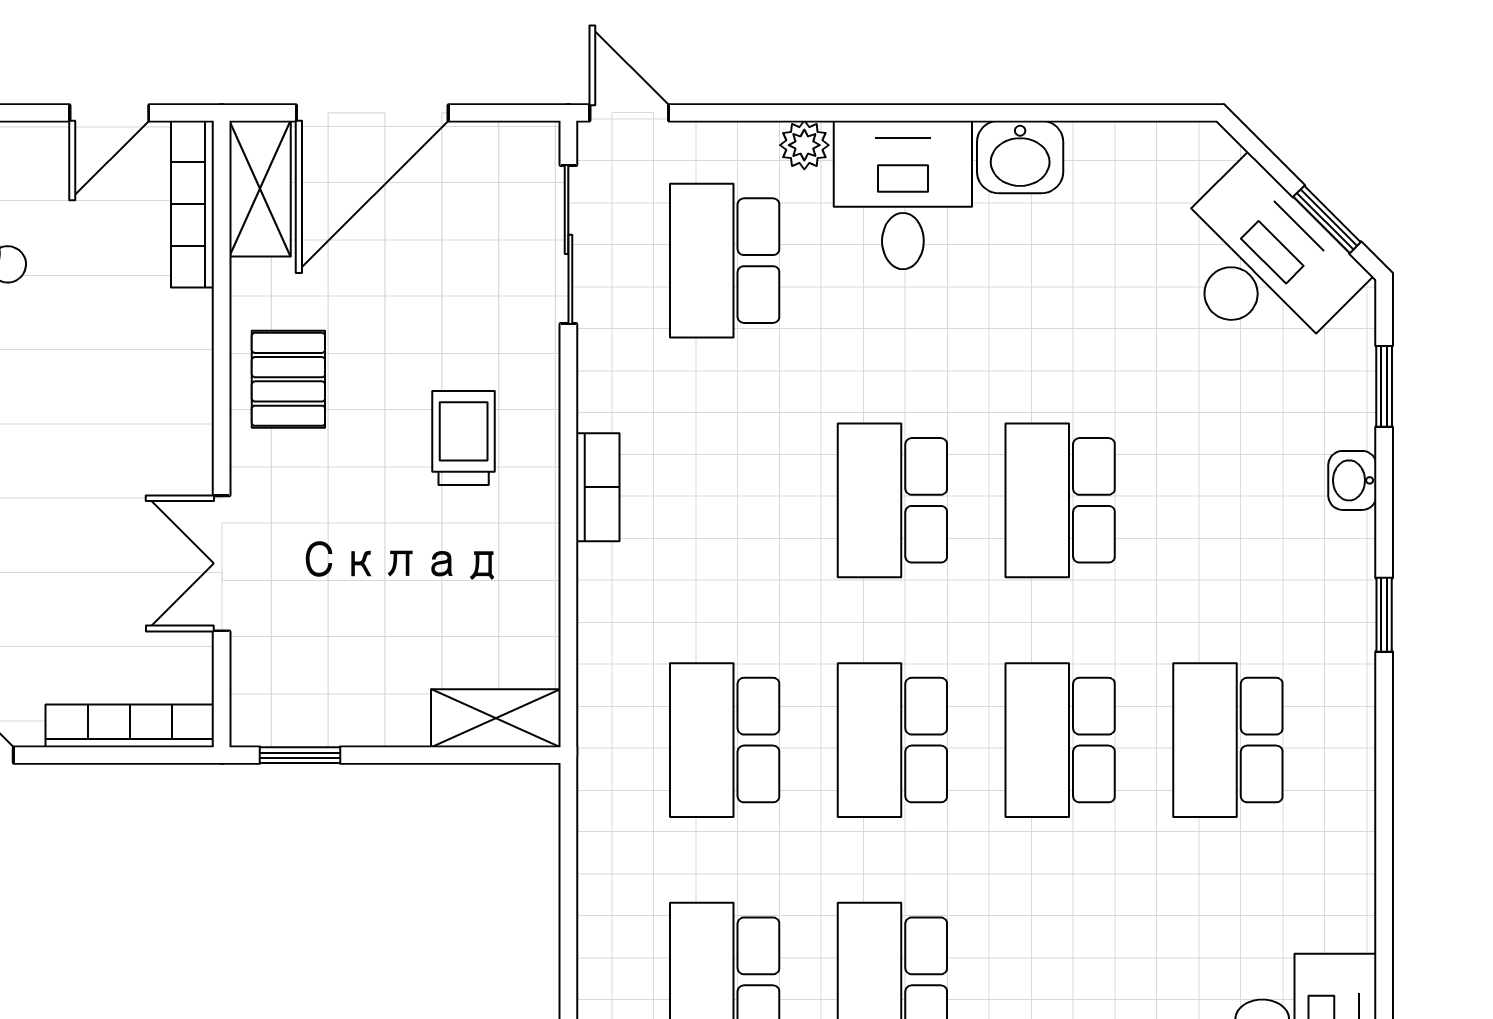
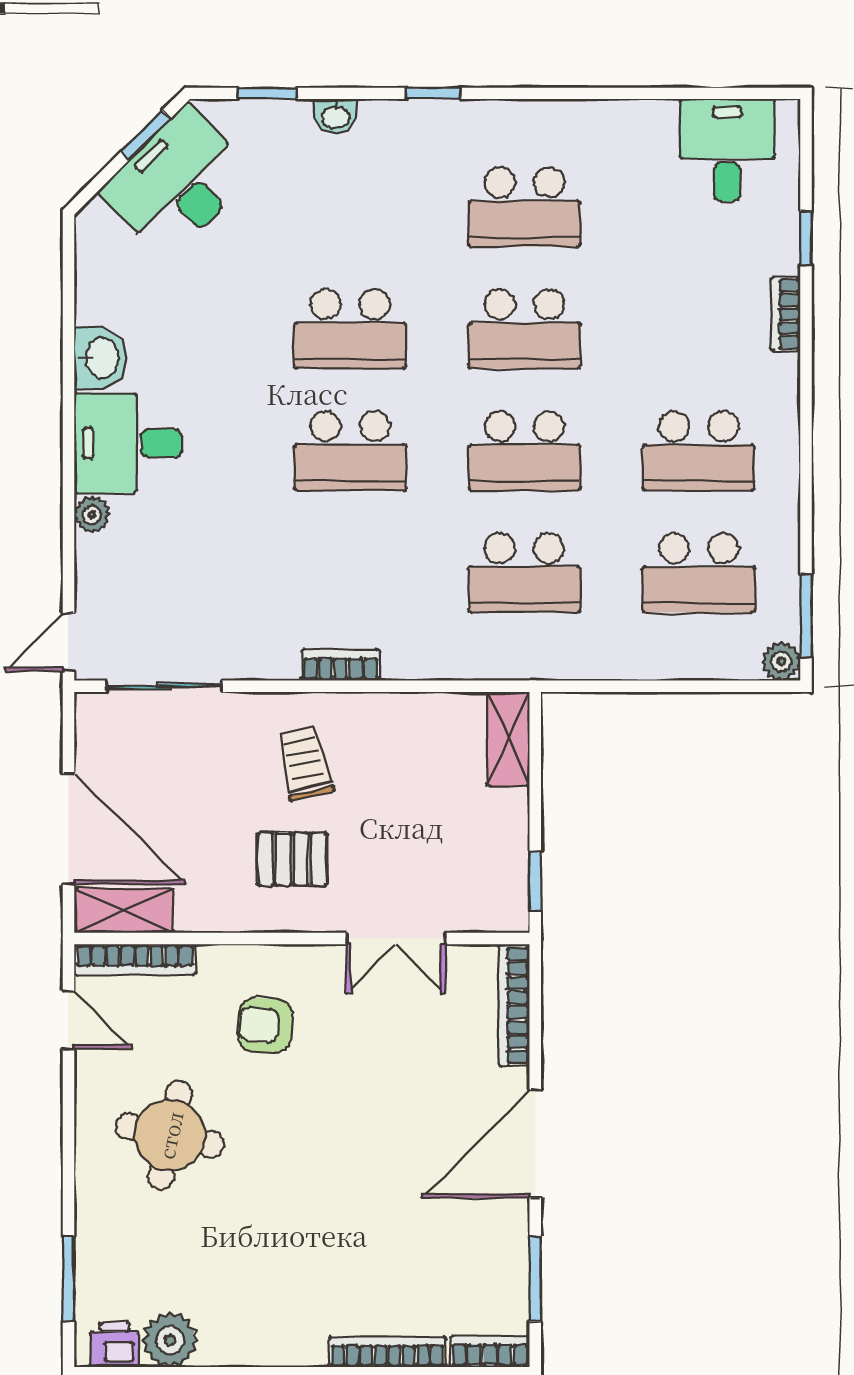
school desk: (725, 261) -> (176, 573), removed
pallet: (288, 379) -> (292, 859), moved
armchair: (102, 384) -> (265, 1025), added
trolley: (464, 438) -> (305, 763), turned 77

